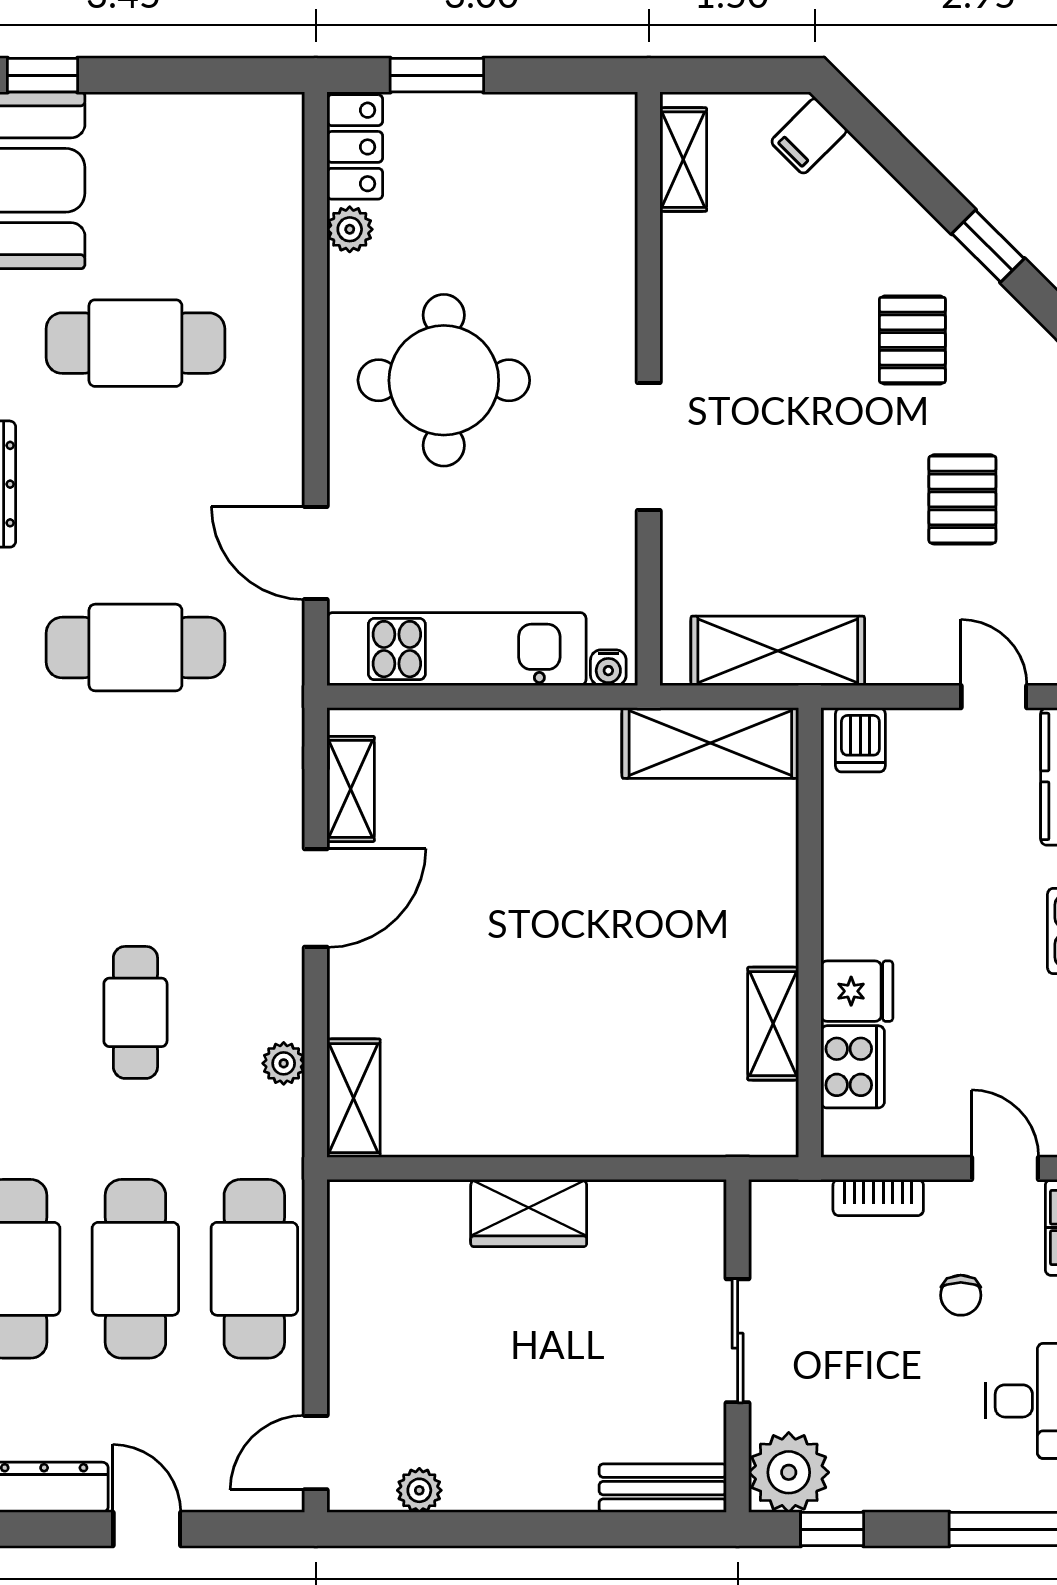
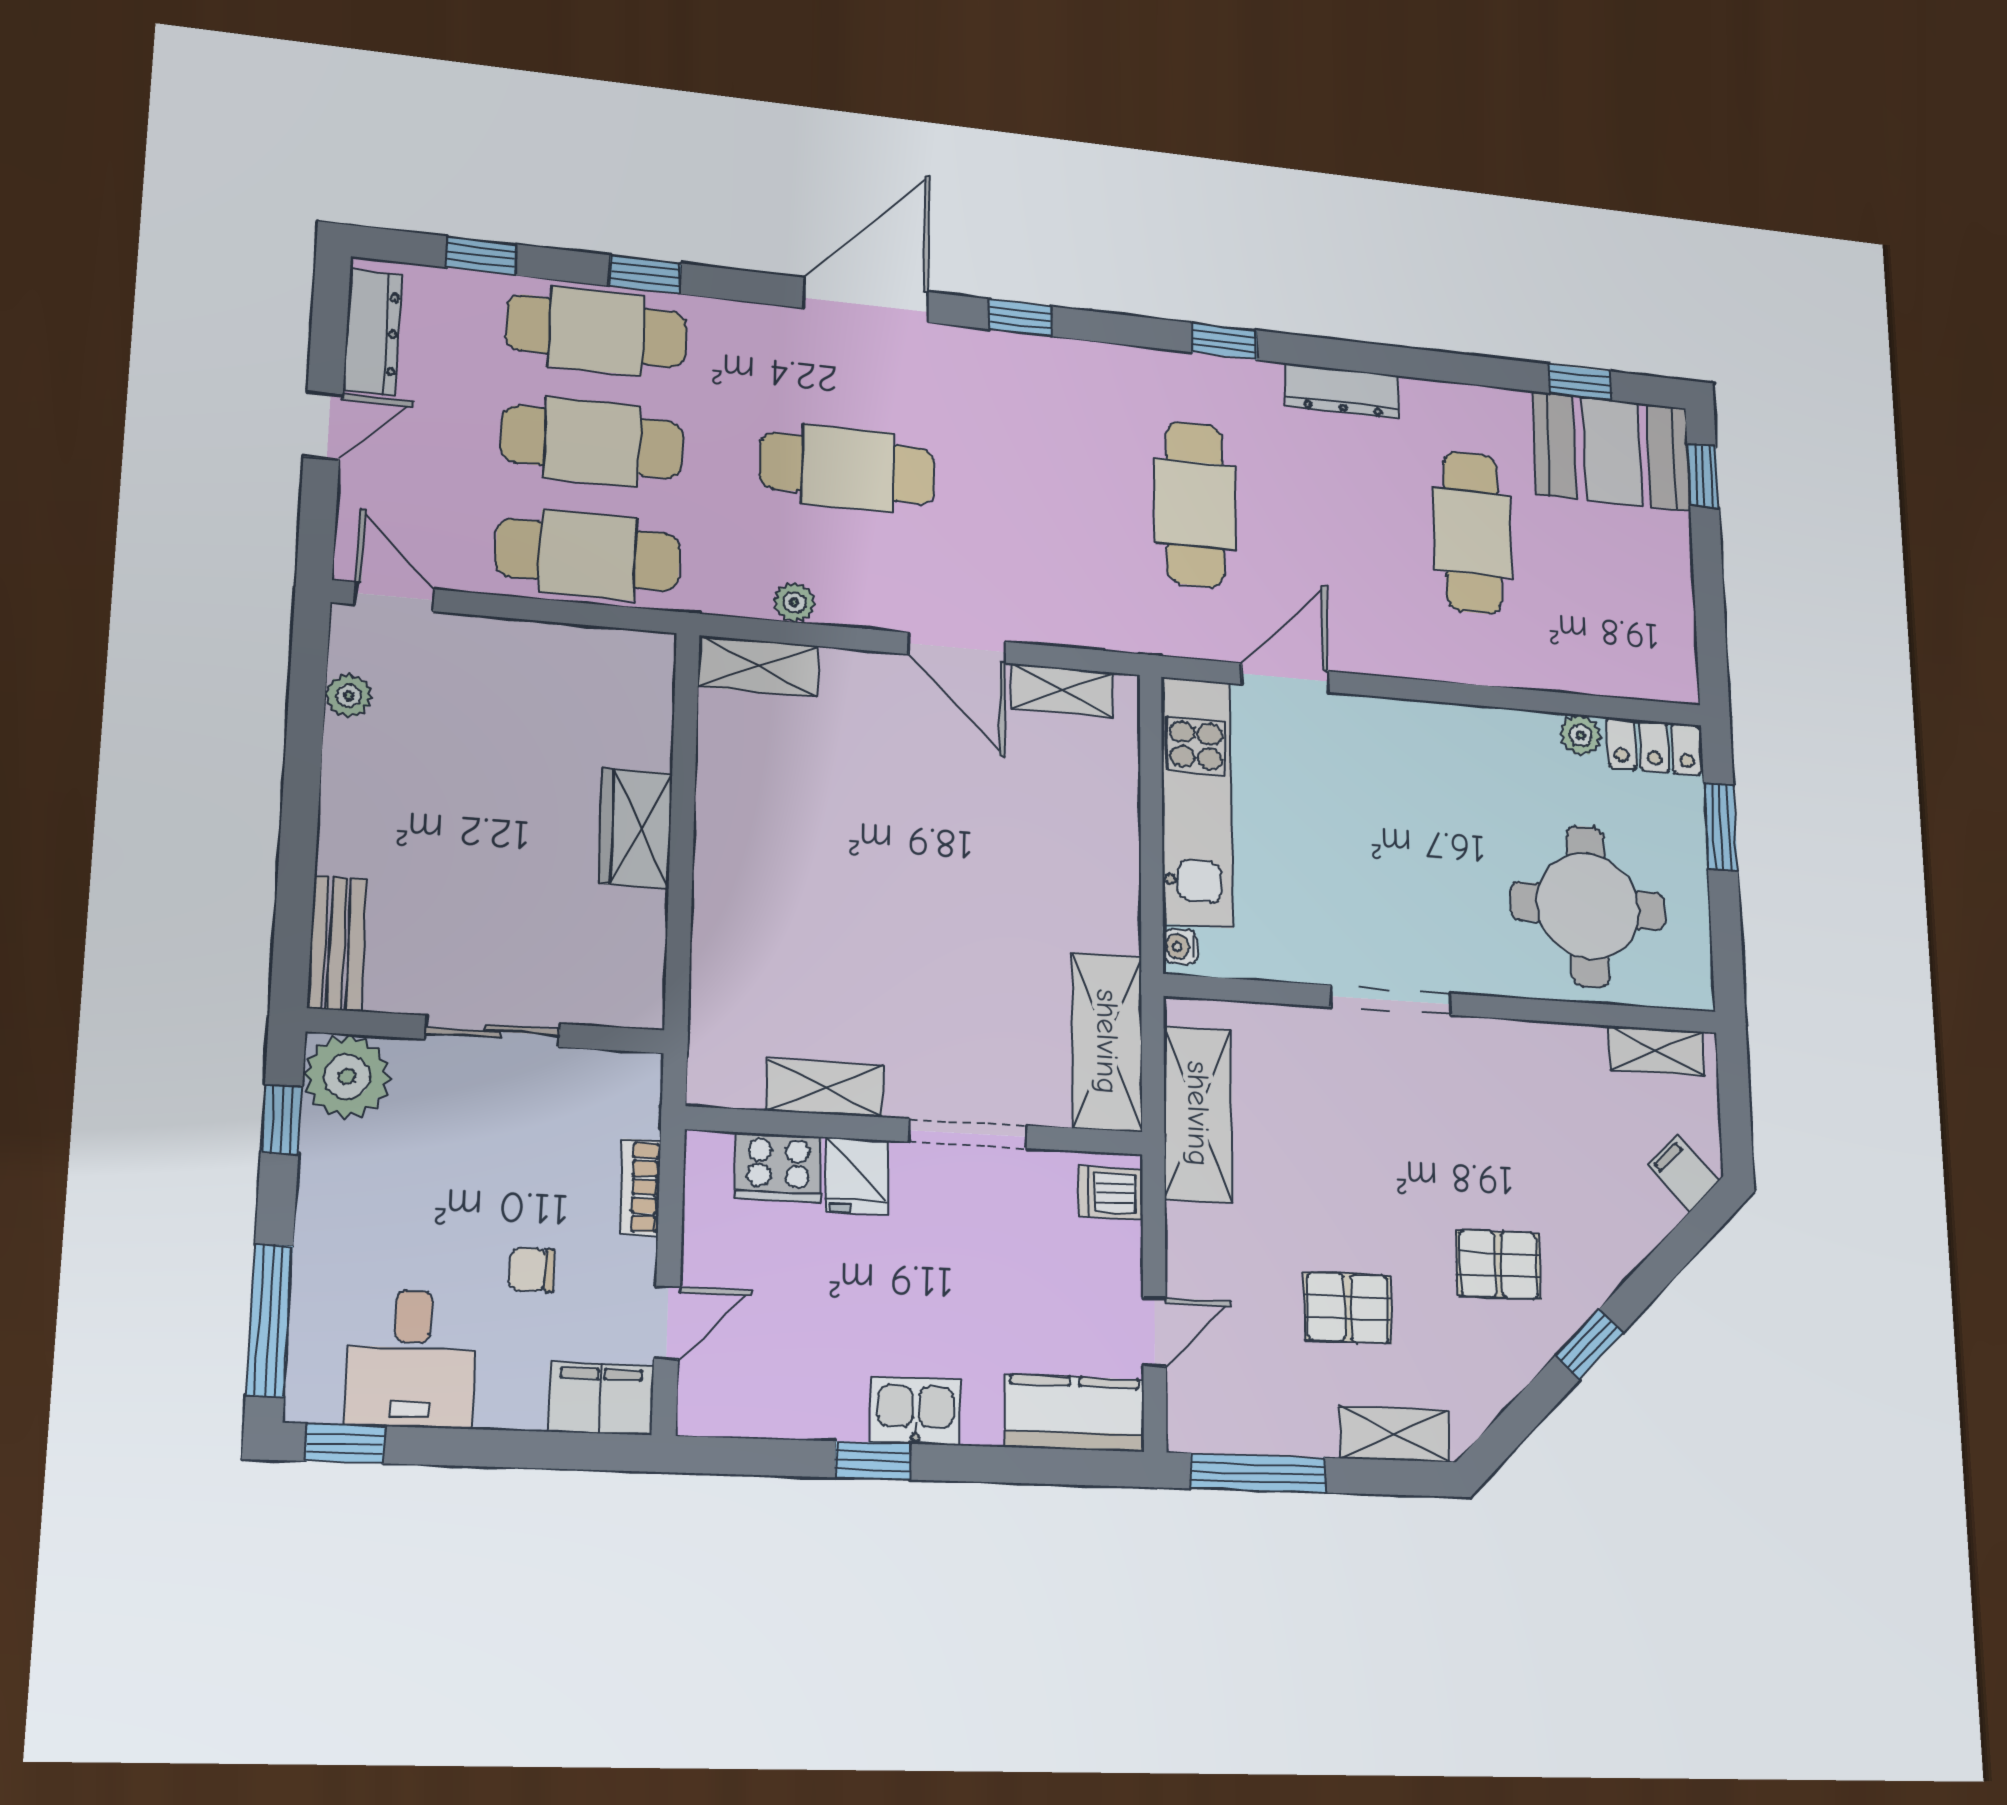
round table: (444, 380) -> (1588, 906), moved
doorway: (810, 882) -> (968, 1134), added
cafe table: (135, 1012) -> (848, 468), width x1.37, depth x1.35

